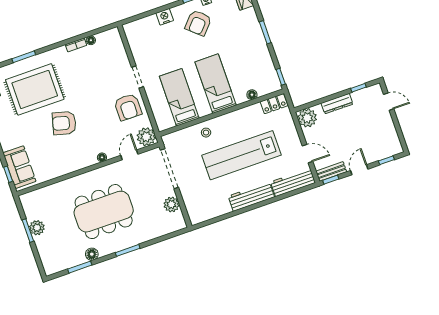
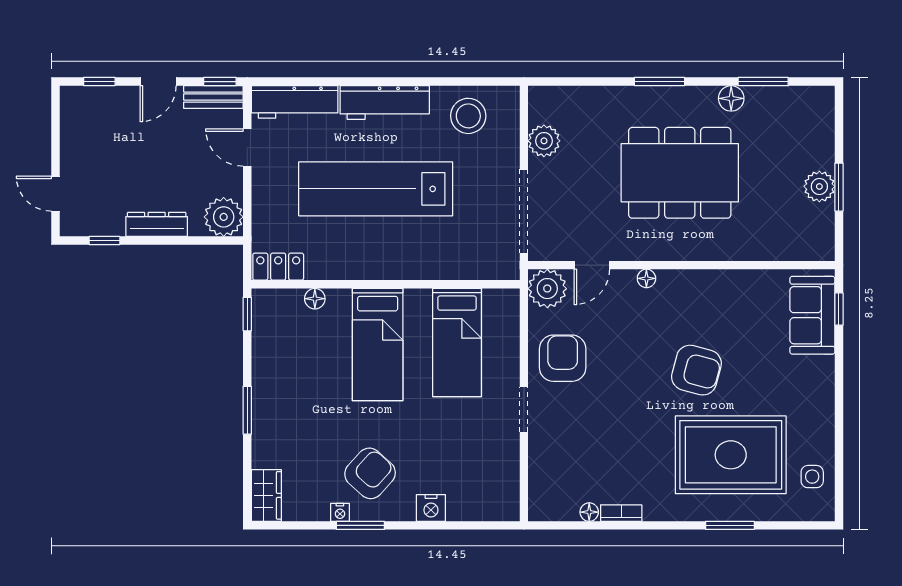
stool: (206, 133) -> (468, 116), moved, width x1.89, depth x1.89
lab bench: (241, 155) -> (376, 189), turned 180

